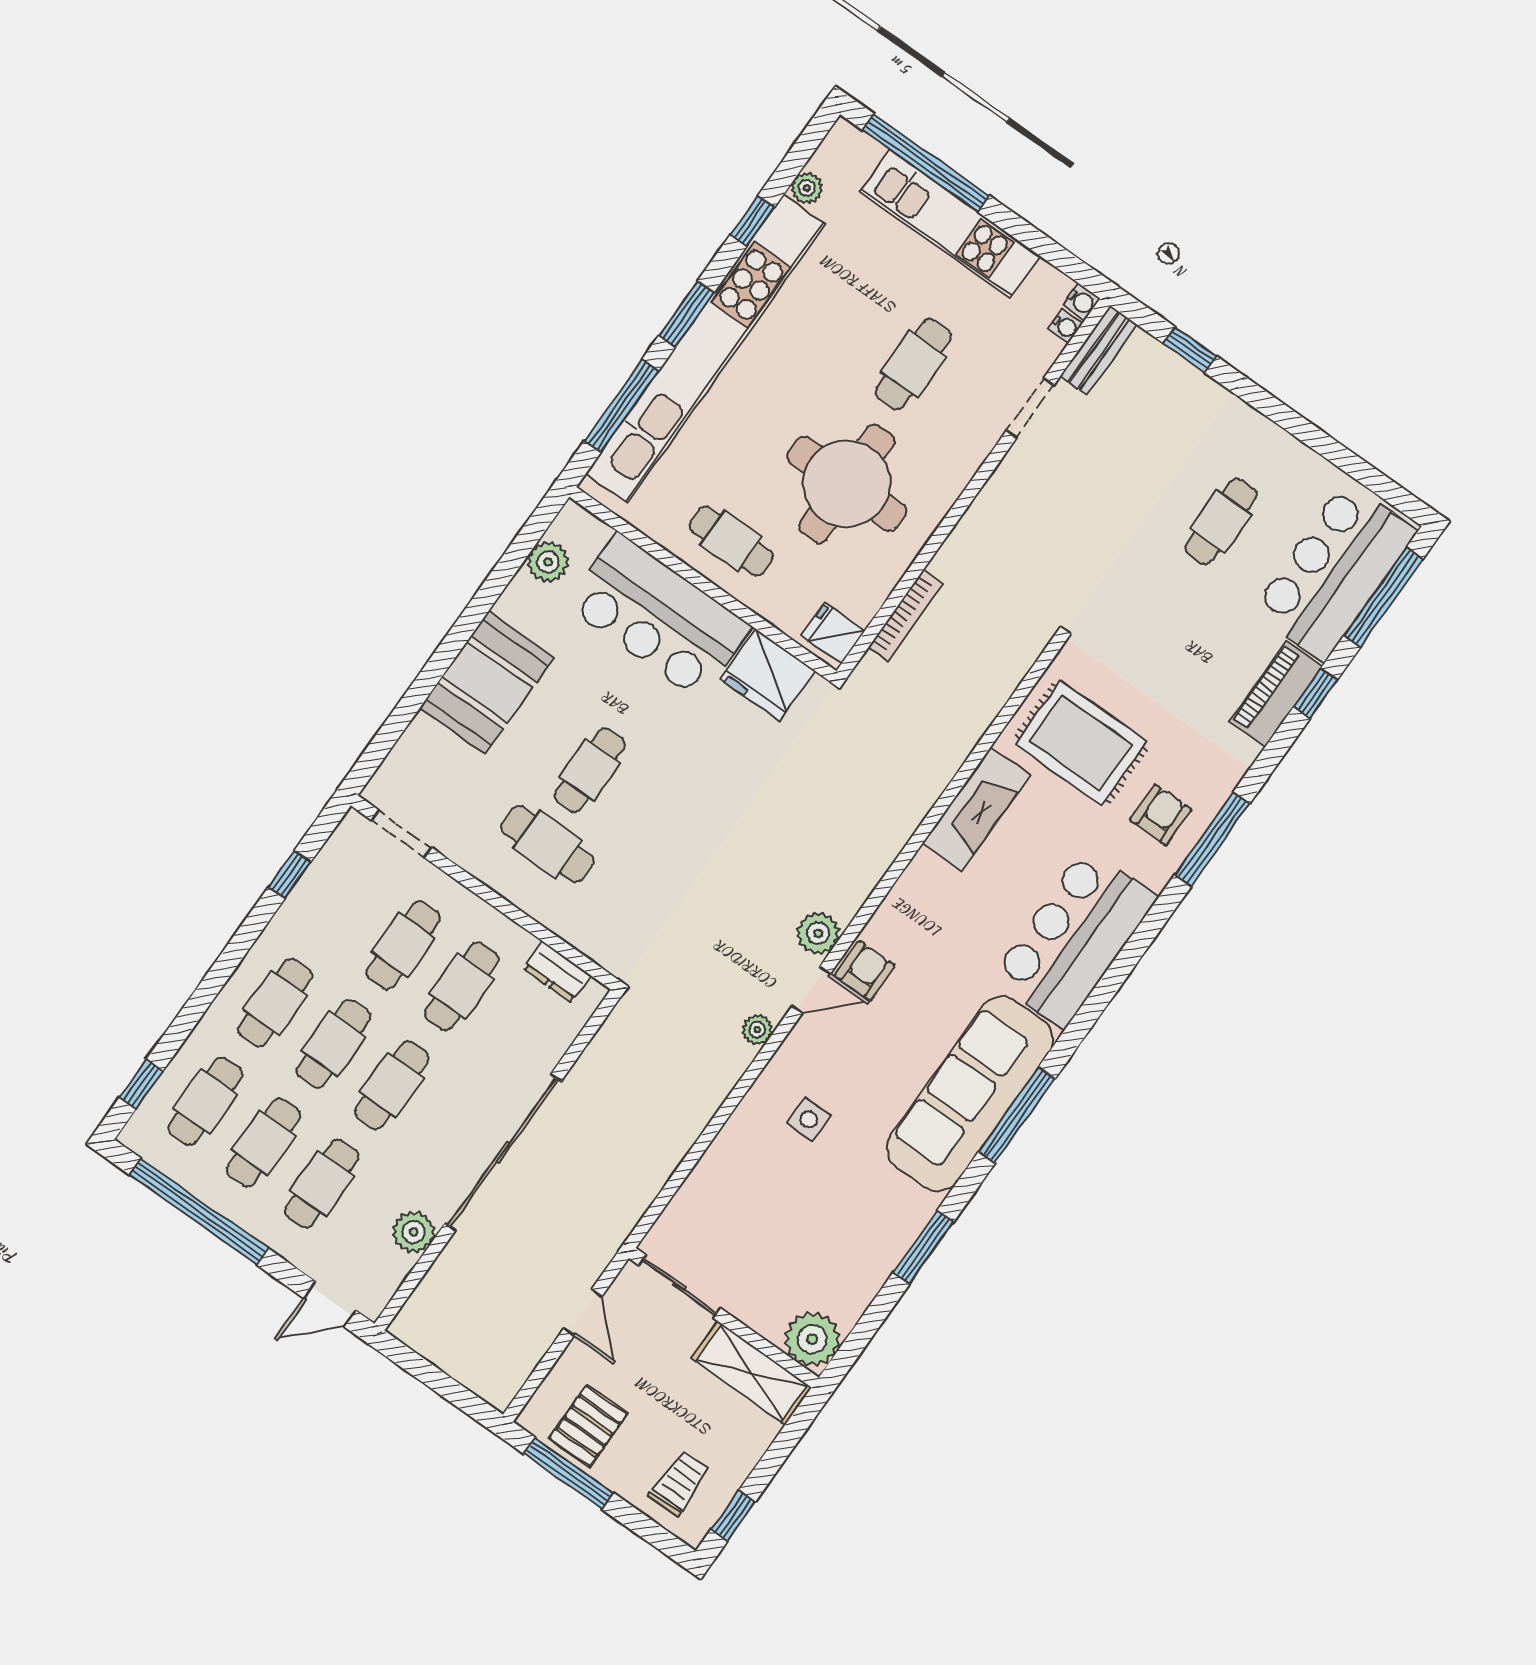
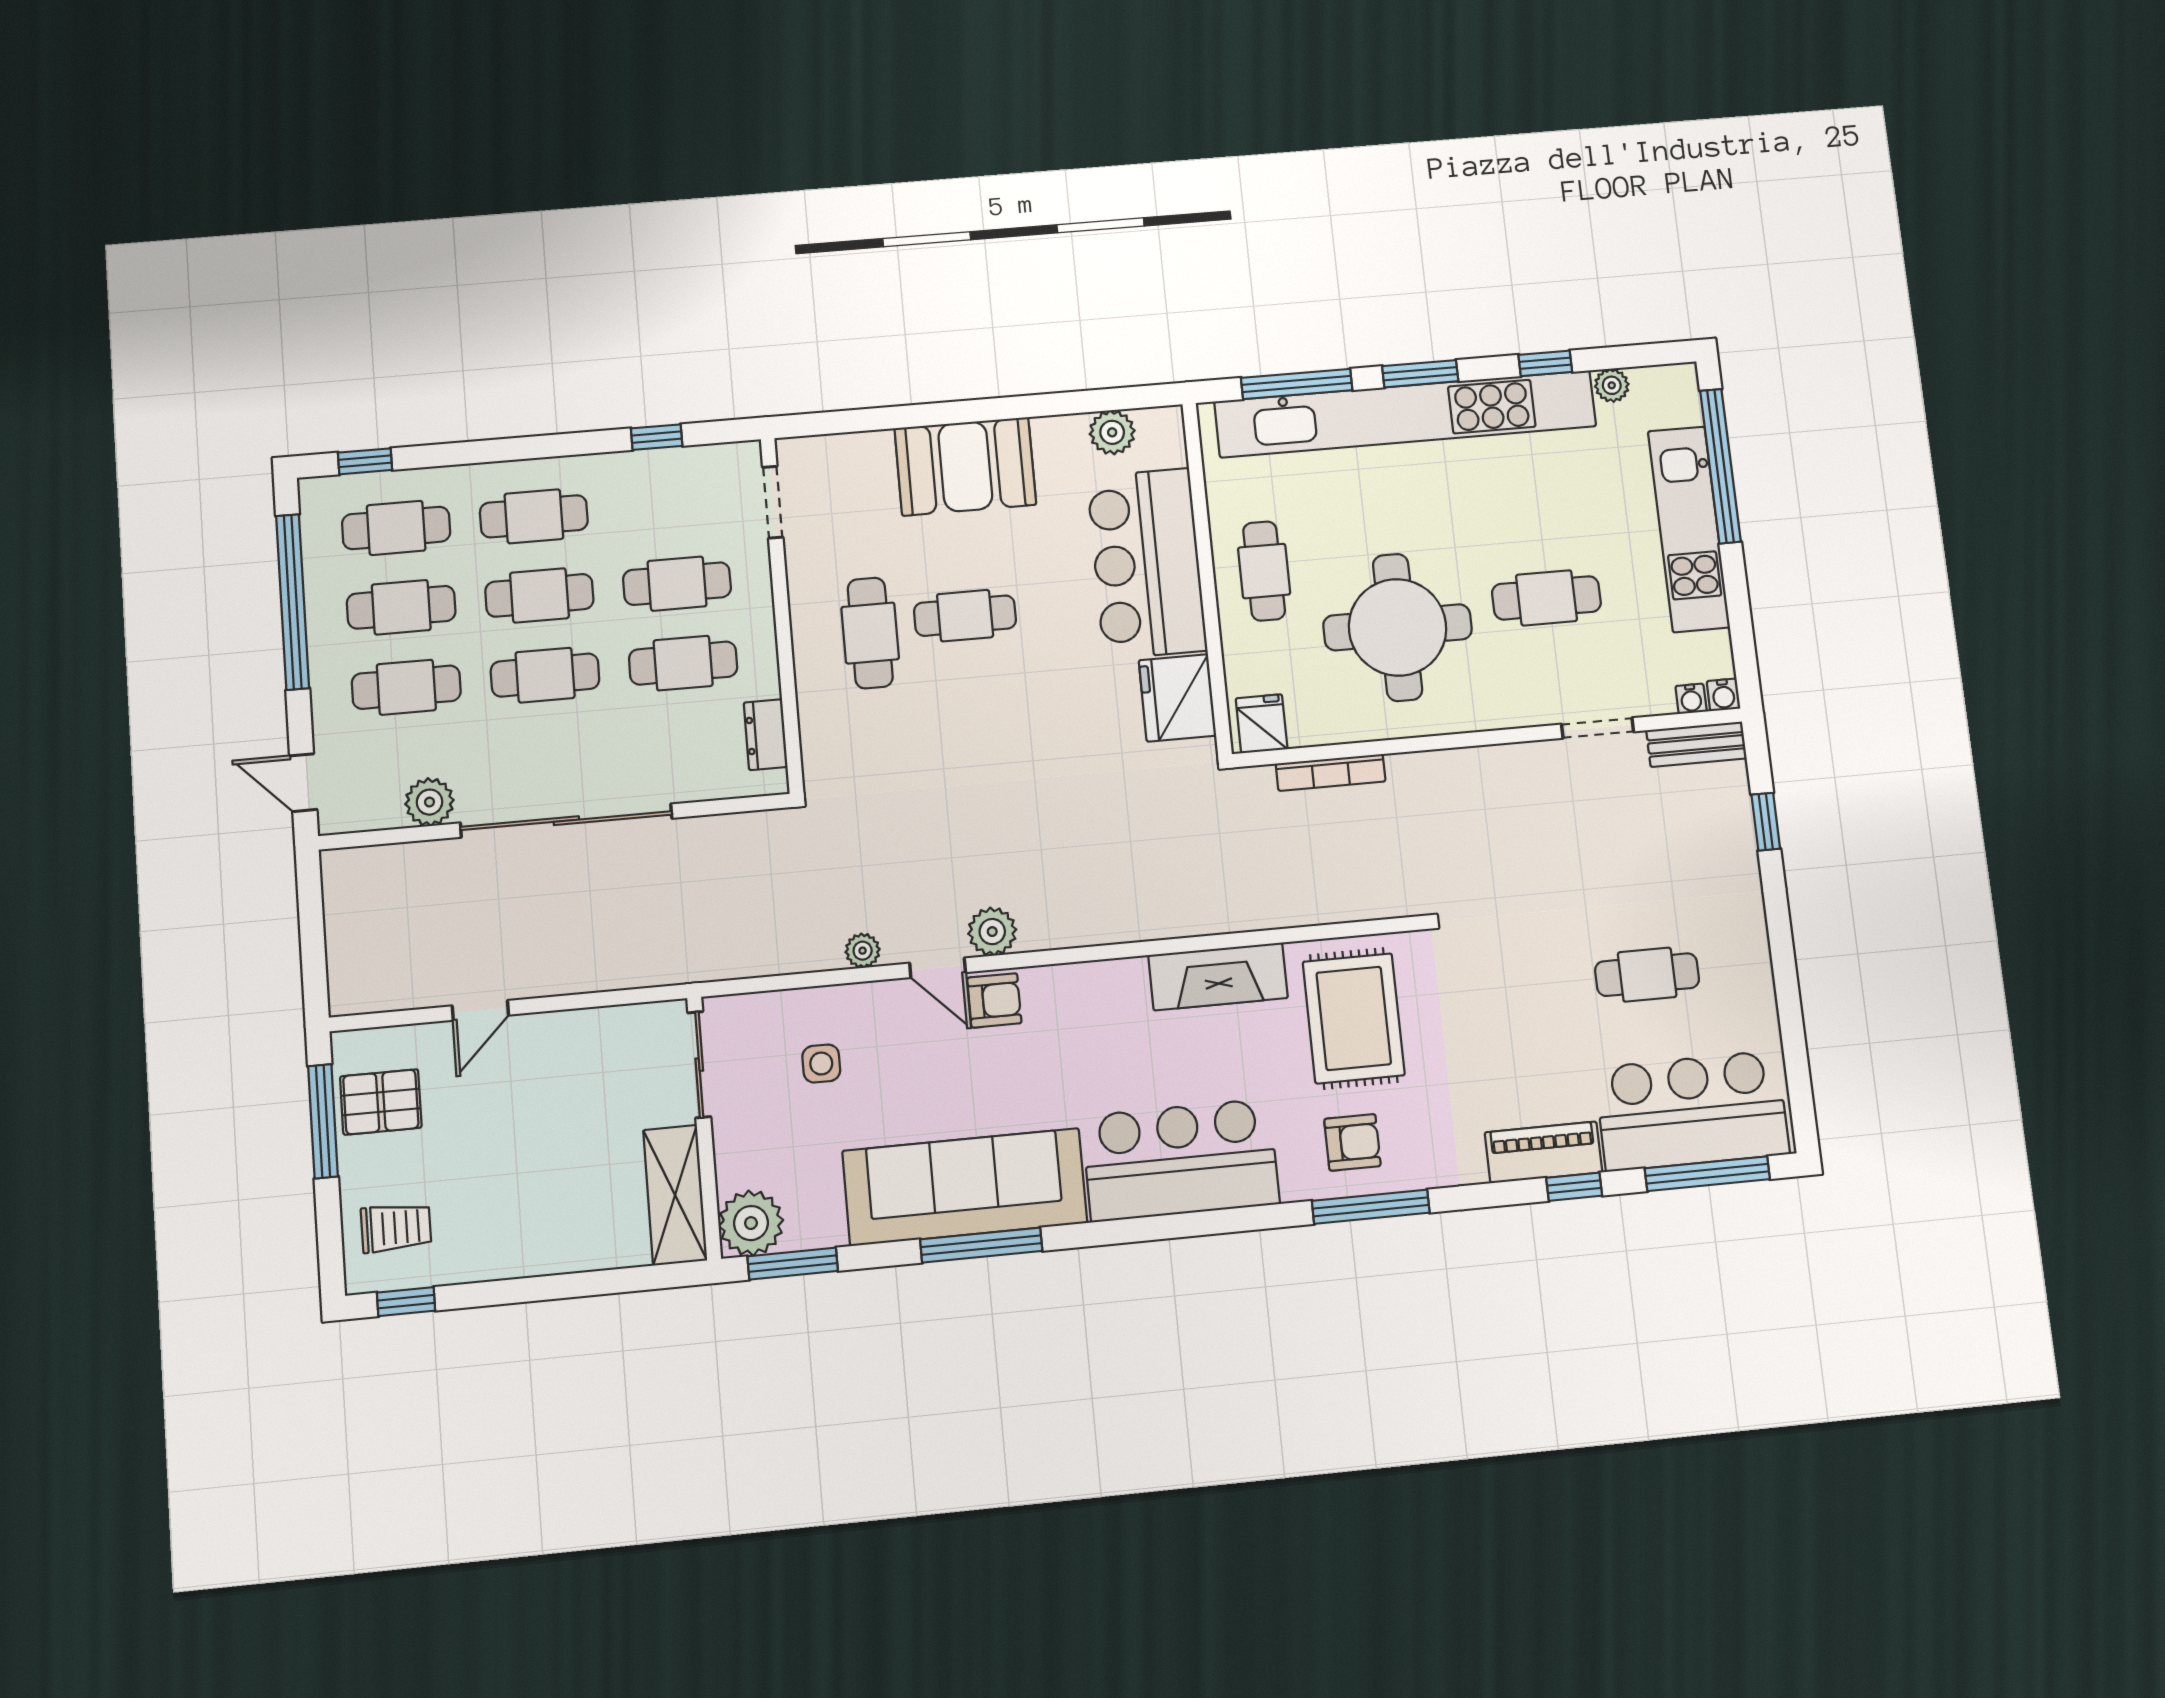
sliding door: (680, 1286) -> (699, 1065), moved
wall: (724, 1318) -> (704, 1128), moved
plant: (812, 1339) -> (751, 1223), moved
shelving: (752, 1373) -> (675, 1195), moved

